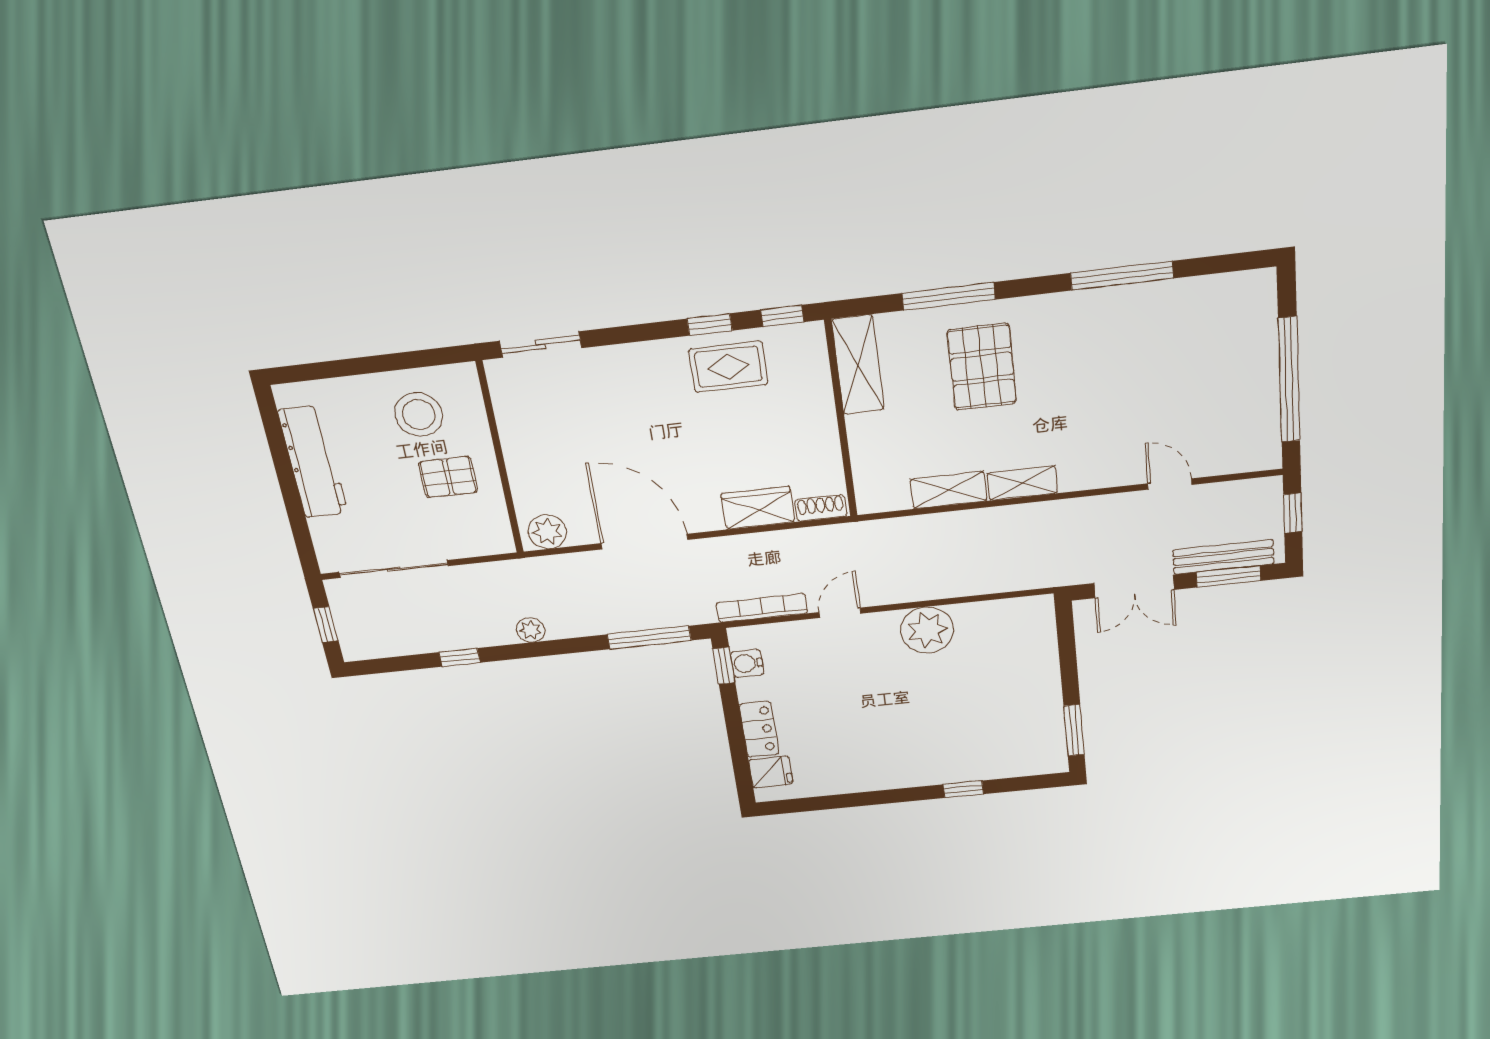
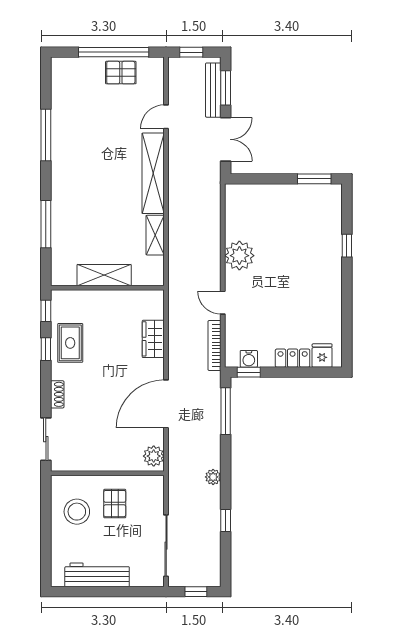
shelving: (858, 365) -> (104, 275), moved
pallet: (982, 367) -> (121, 73), moved, width x0.67, depth x0.71
shelving: (1022, 483) -> (153, 173), width x2.20, depth x1.33
shoe rack: (821, 508) -> (57, 394), moved, turned 180

